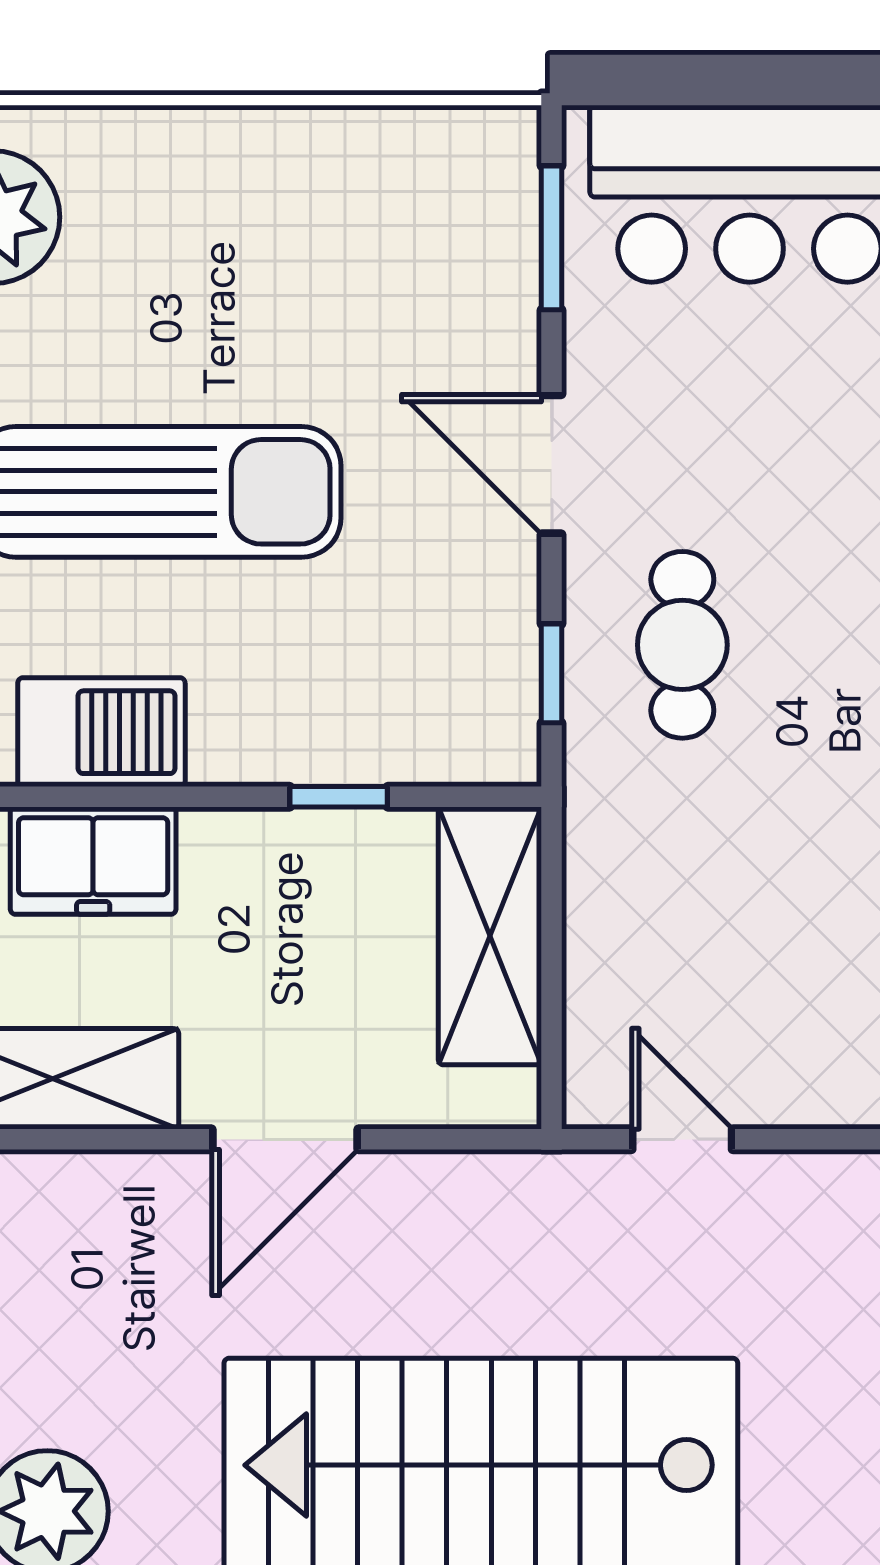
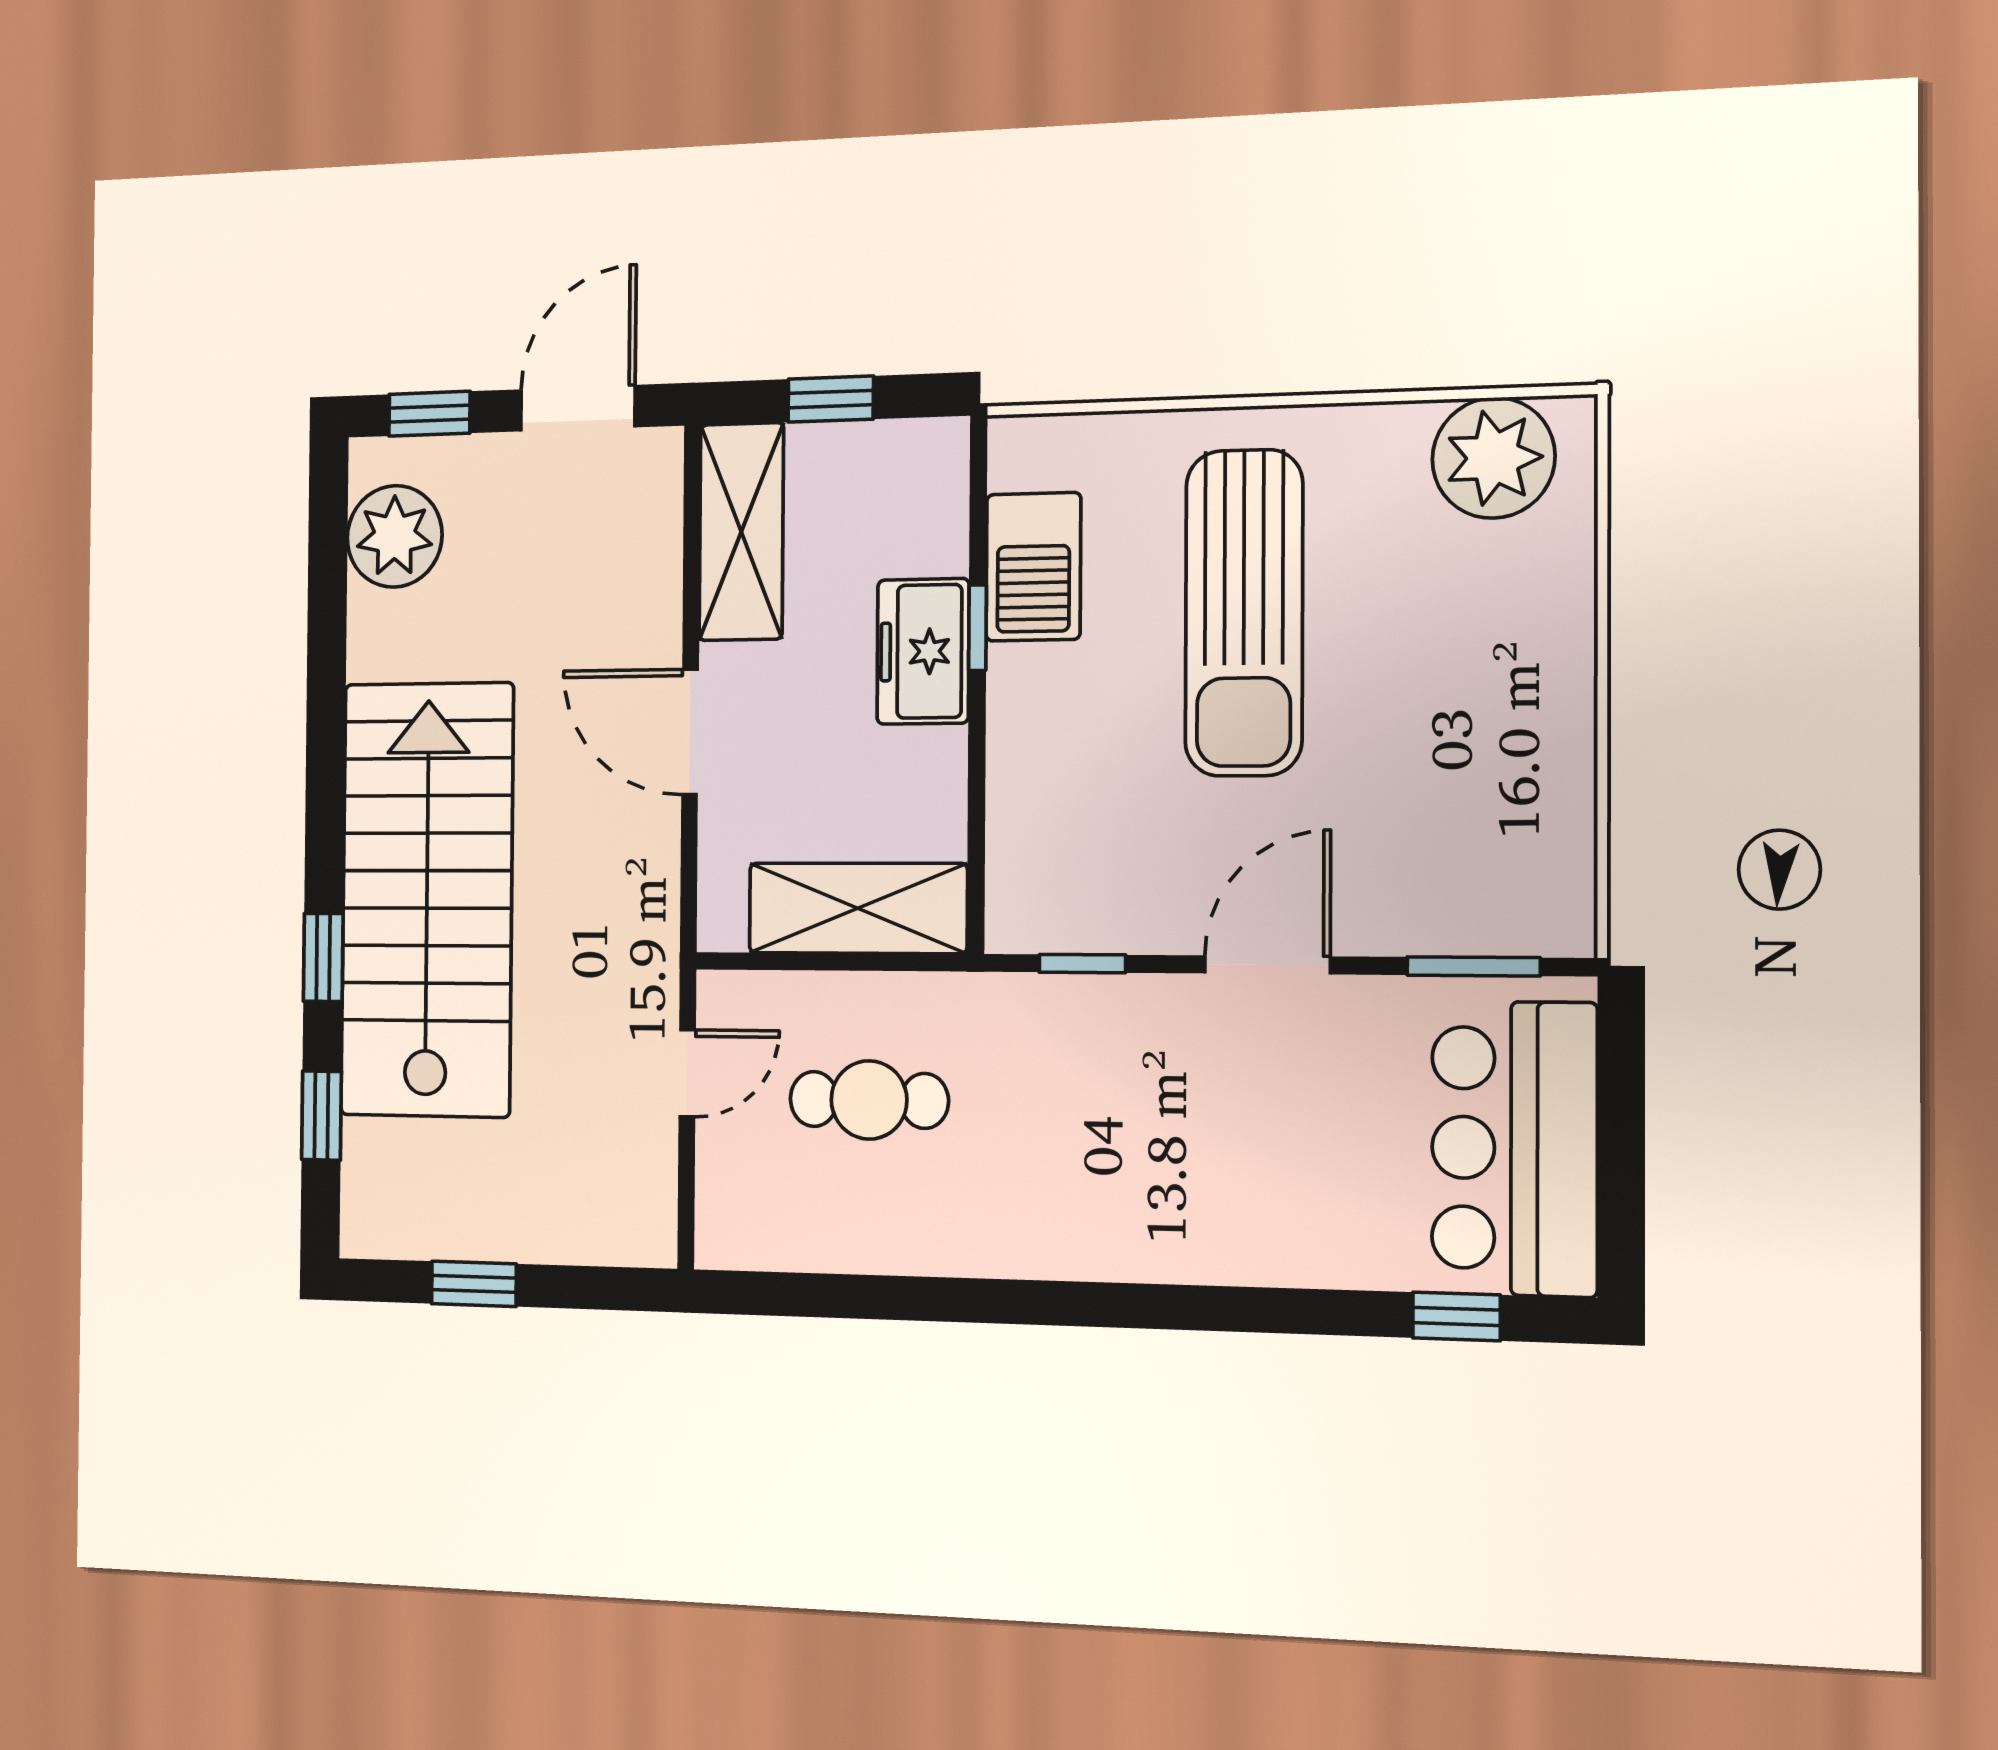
cafe table: (682, 645) -> (869, 1100), moved
window: (339, 797) -> (978, 628), moved
freezer: (93, 861) -> (923, 651), moved

